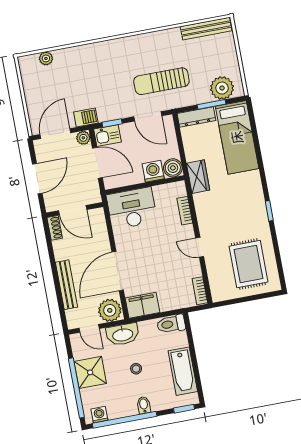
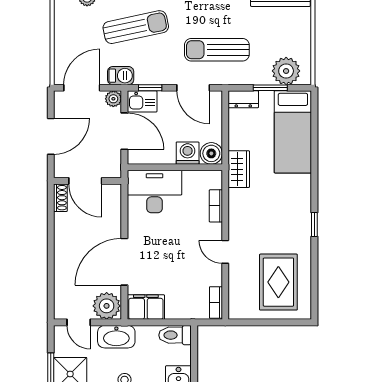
sun lounger: (91, 75) -> (136, 27), added
dresser: (196, 117) -> (243, 99), width x0.70
bench: (66, 285) -> (62, 267), removed

